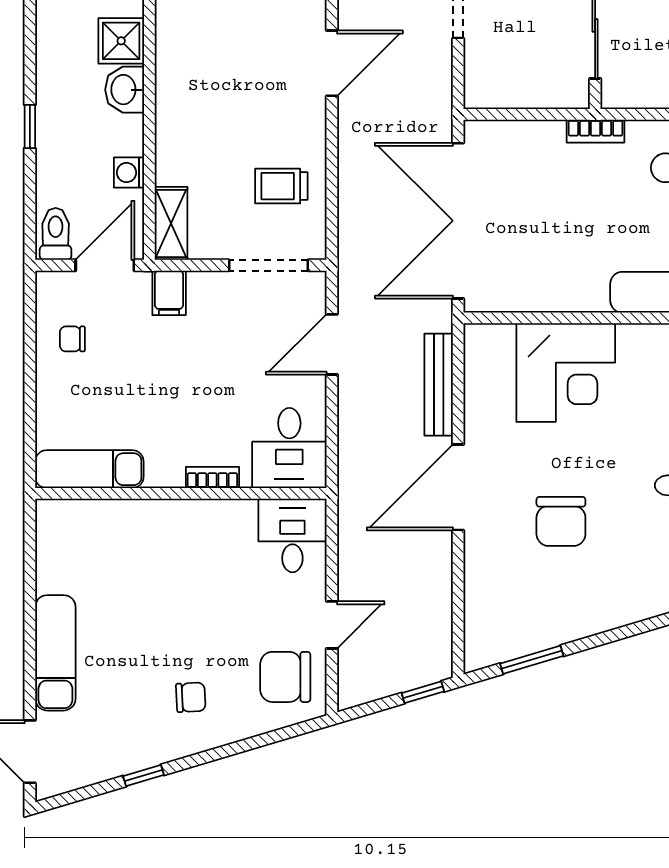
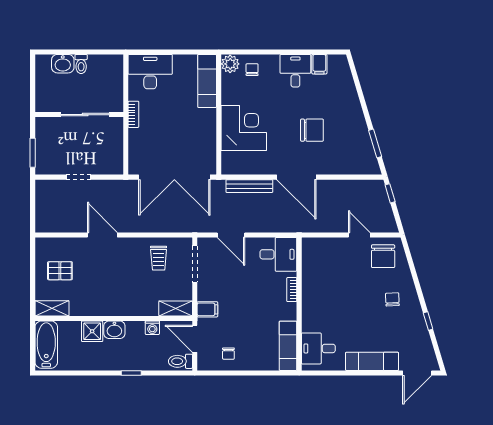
desk: (292, 535) -> (318, 348), moved

